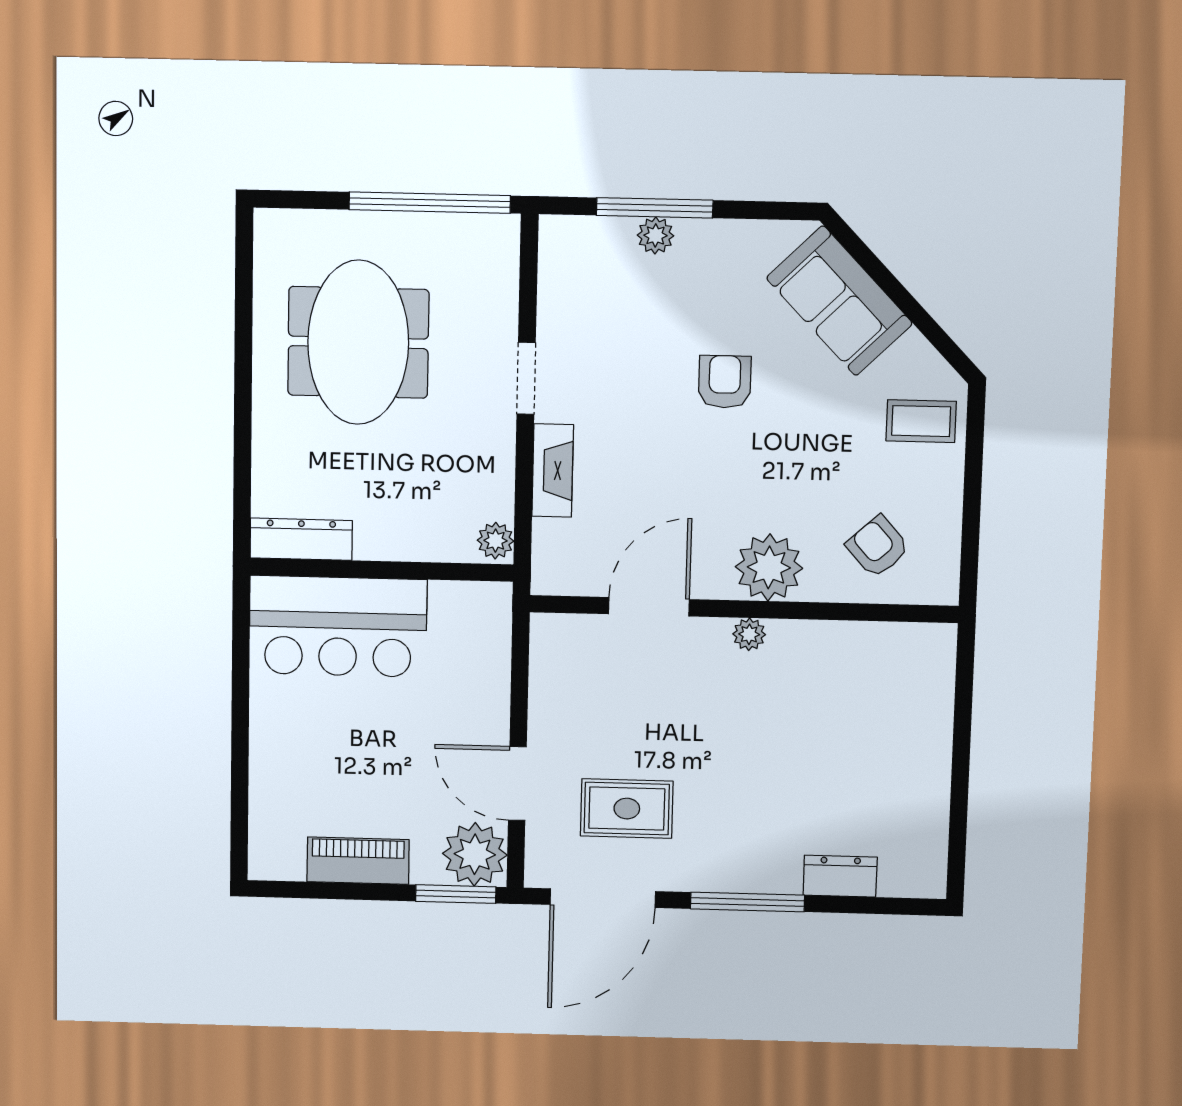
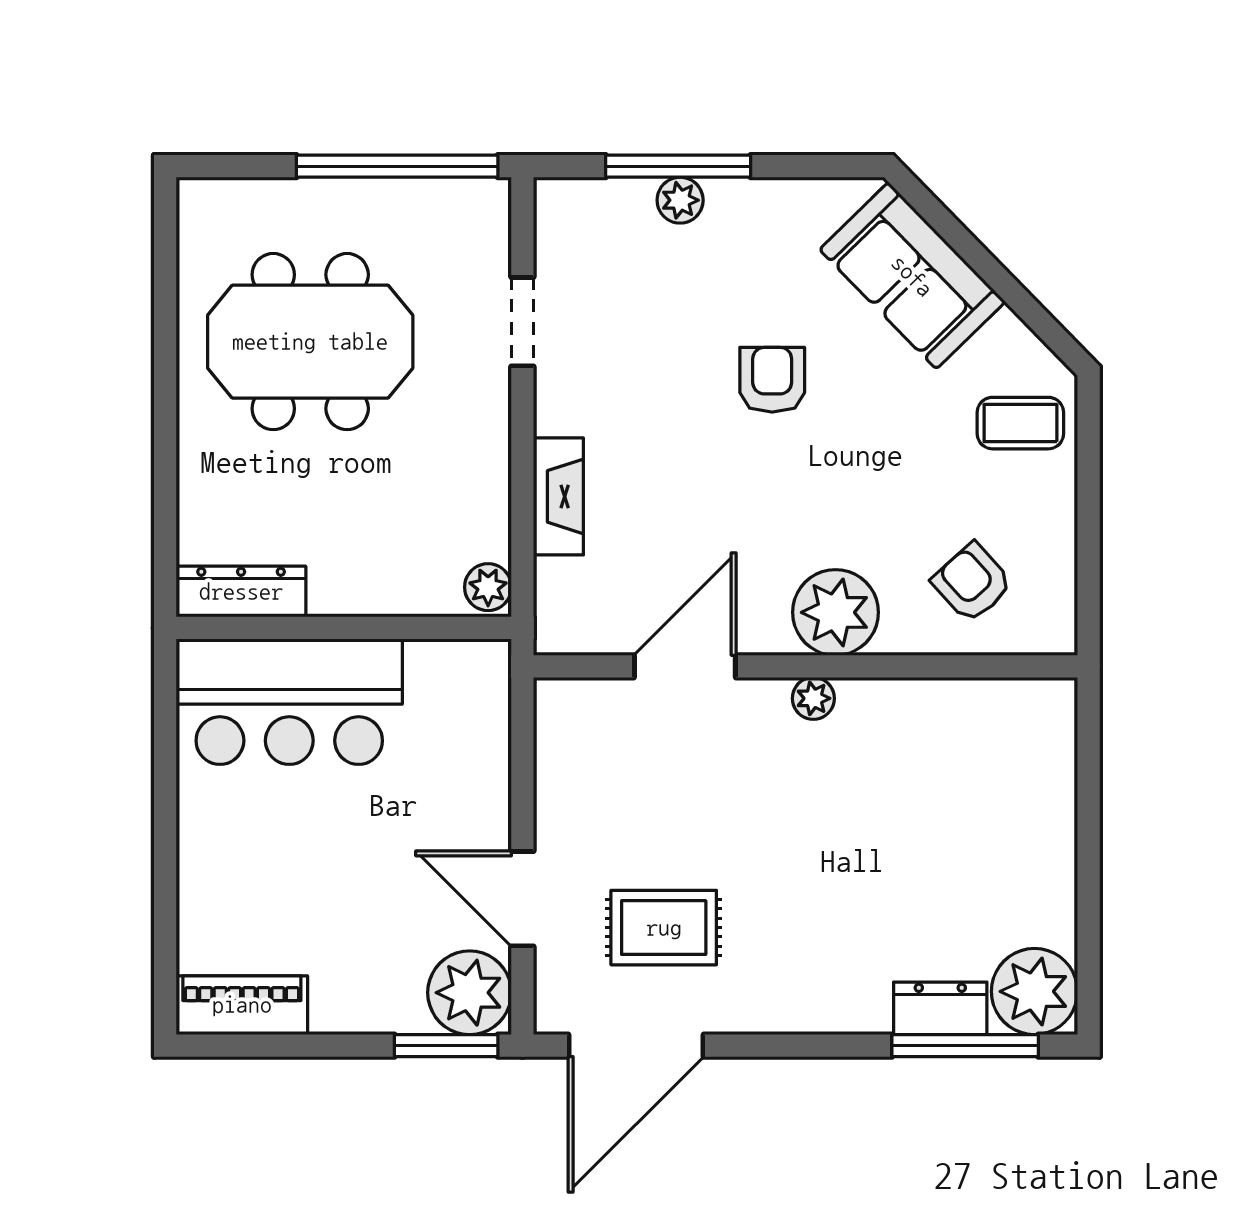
meeting table: (358, 342) -> (310, 342), turned 90
doorway: (526, 378) -> (522, 322), moved
piano: (358, 861) -> (242, 1005), moved
plant: (914, 865) -> (1034, 991), added
window: (748, 902) -> (965, 1046), moved

